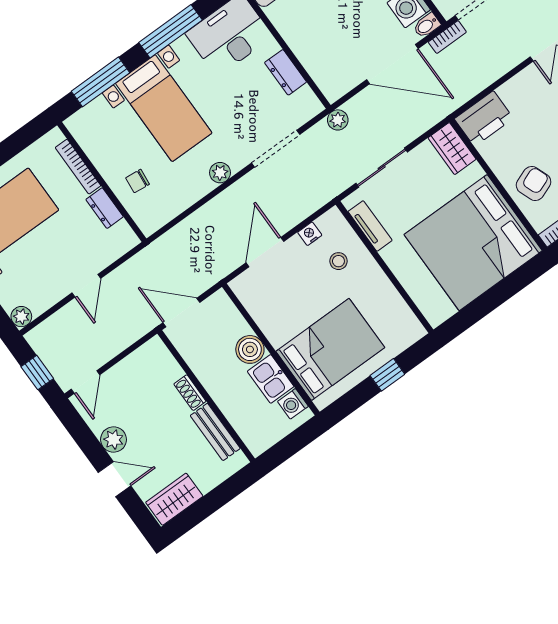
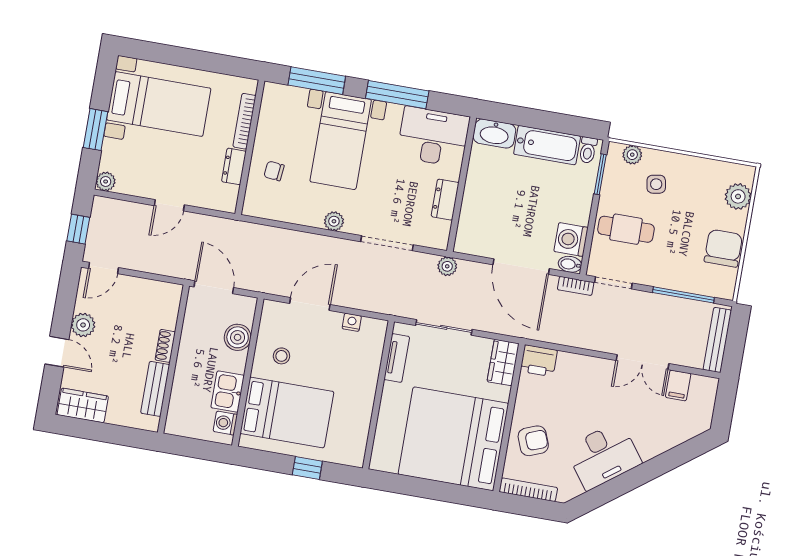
printer: (484, 119) -> (539, 361), width x0.73, depth x0.84
stool: (338, 261) -> (281, 356), moved
boiler: (250, 349) -> (238, 337), moved

